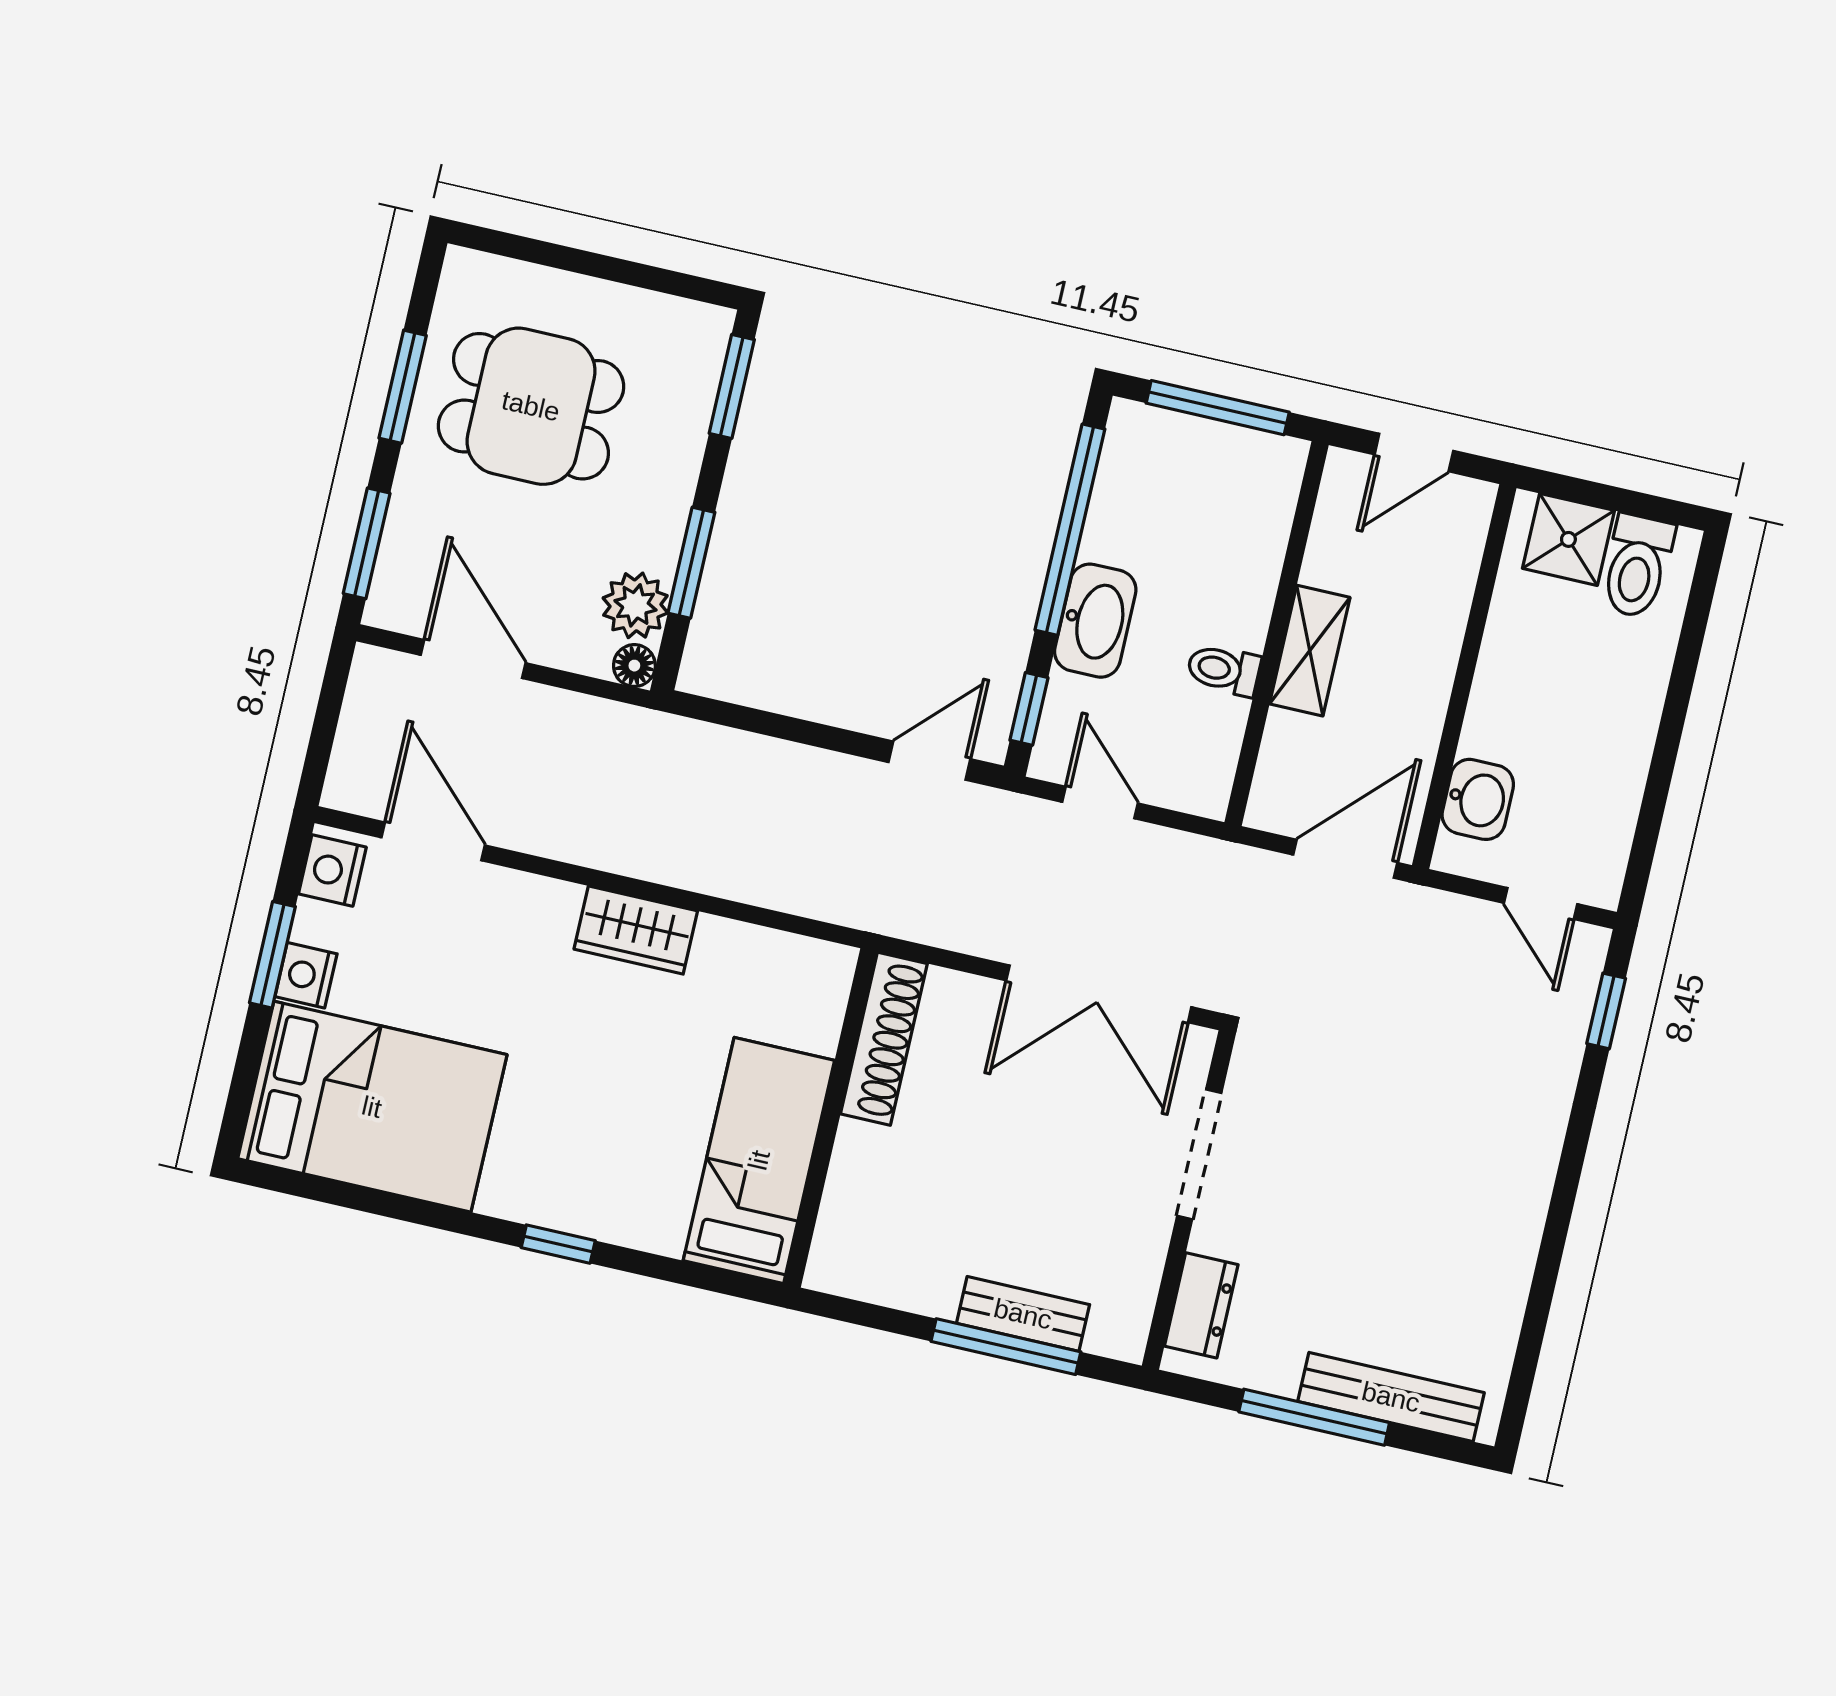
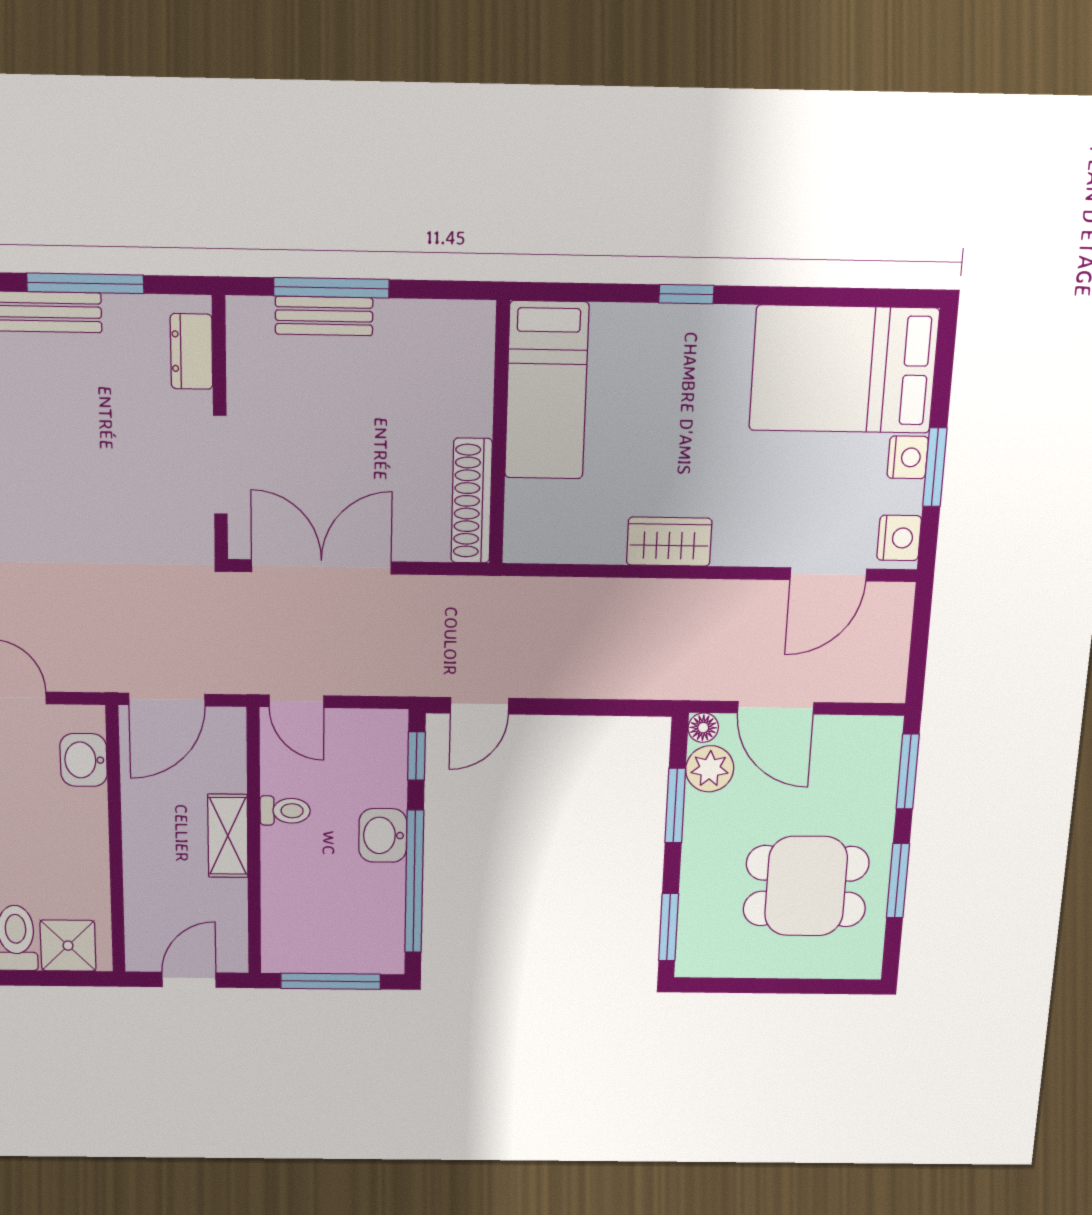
washbasin: (1095, 621) -> (383, 835), width x0.72
door: (473, 659) -> (776, 708), moved
door: (1100, 803) -> (297, 701), moved
door: (433, 841) -> (828, 574), hinge flipped

